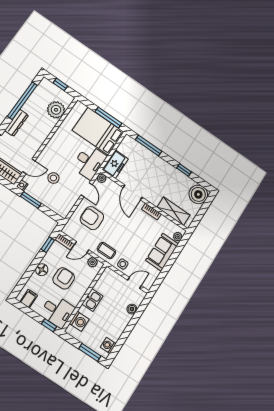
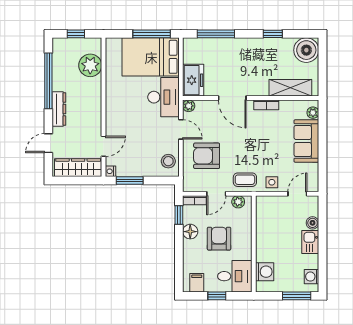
stool: (53, 178) -> (168, 161), moved
floor lamp: (42, 270) -> (190, 232), moved
kitchen sink: (92, 300) -> (310, 242), moved, turned 180
window: (49, 325) -> (217, 296), moved

